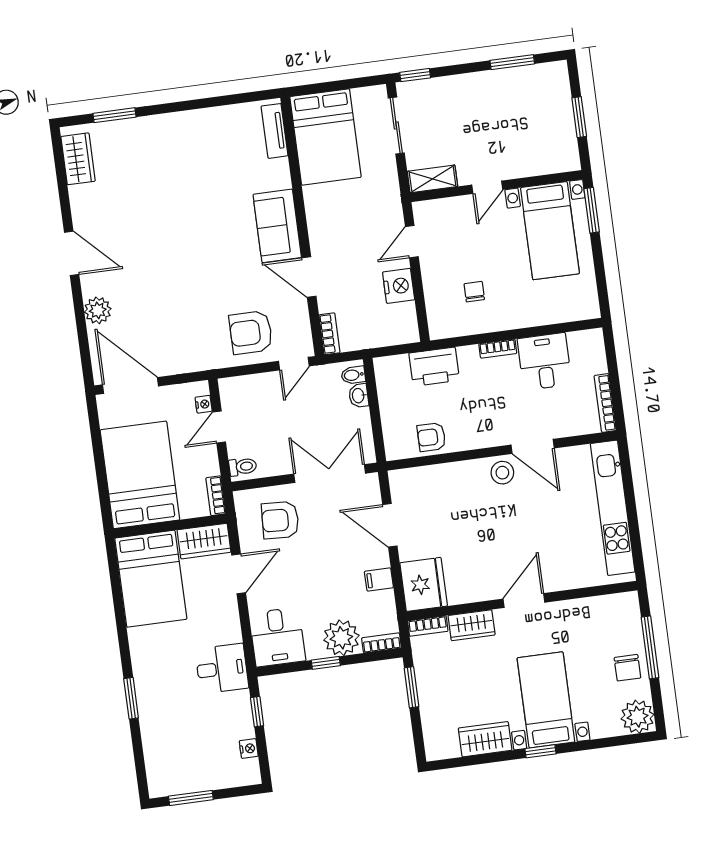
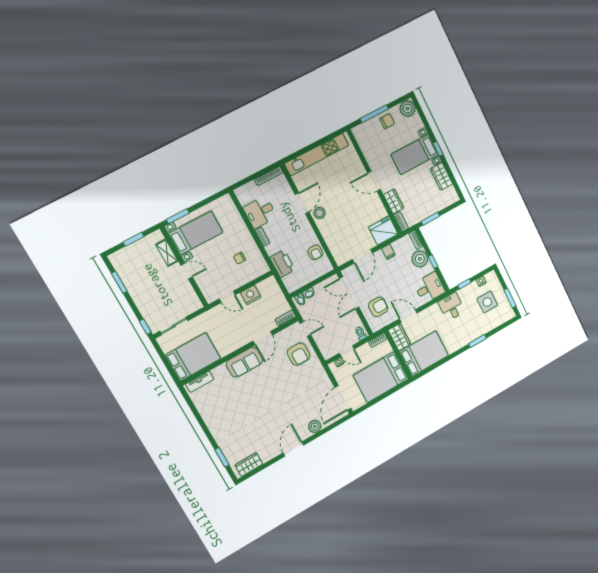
shelving: (432, 179) -> (167, 253), moved
armchair: (280, 520) -> (378, 307), turned -93
side table: (202, 747) -> (487, 302), added

